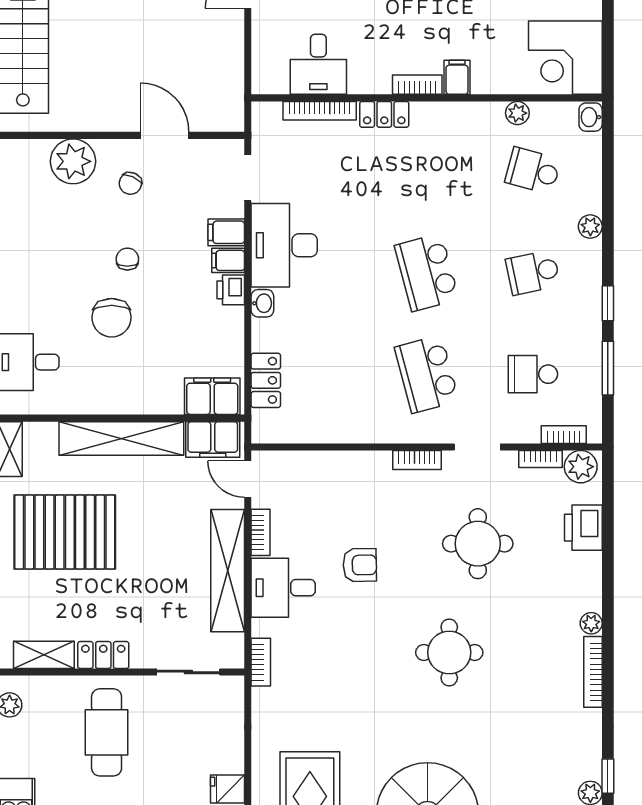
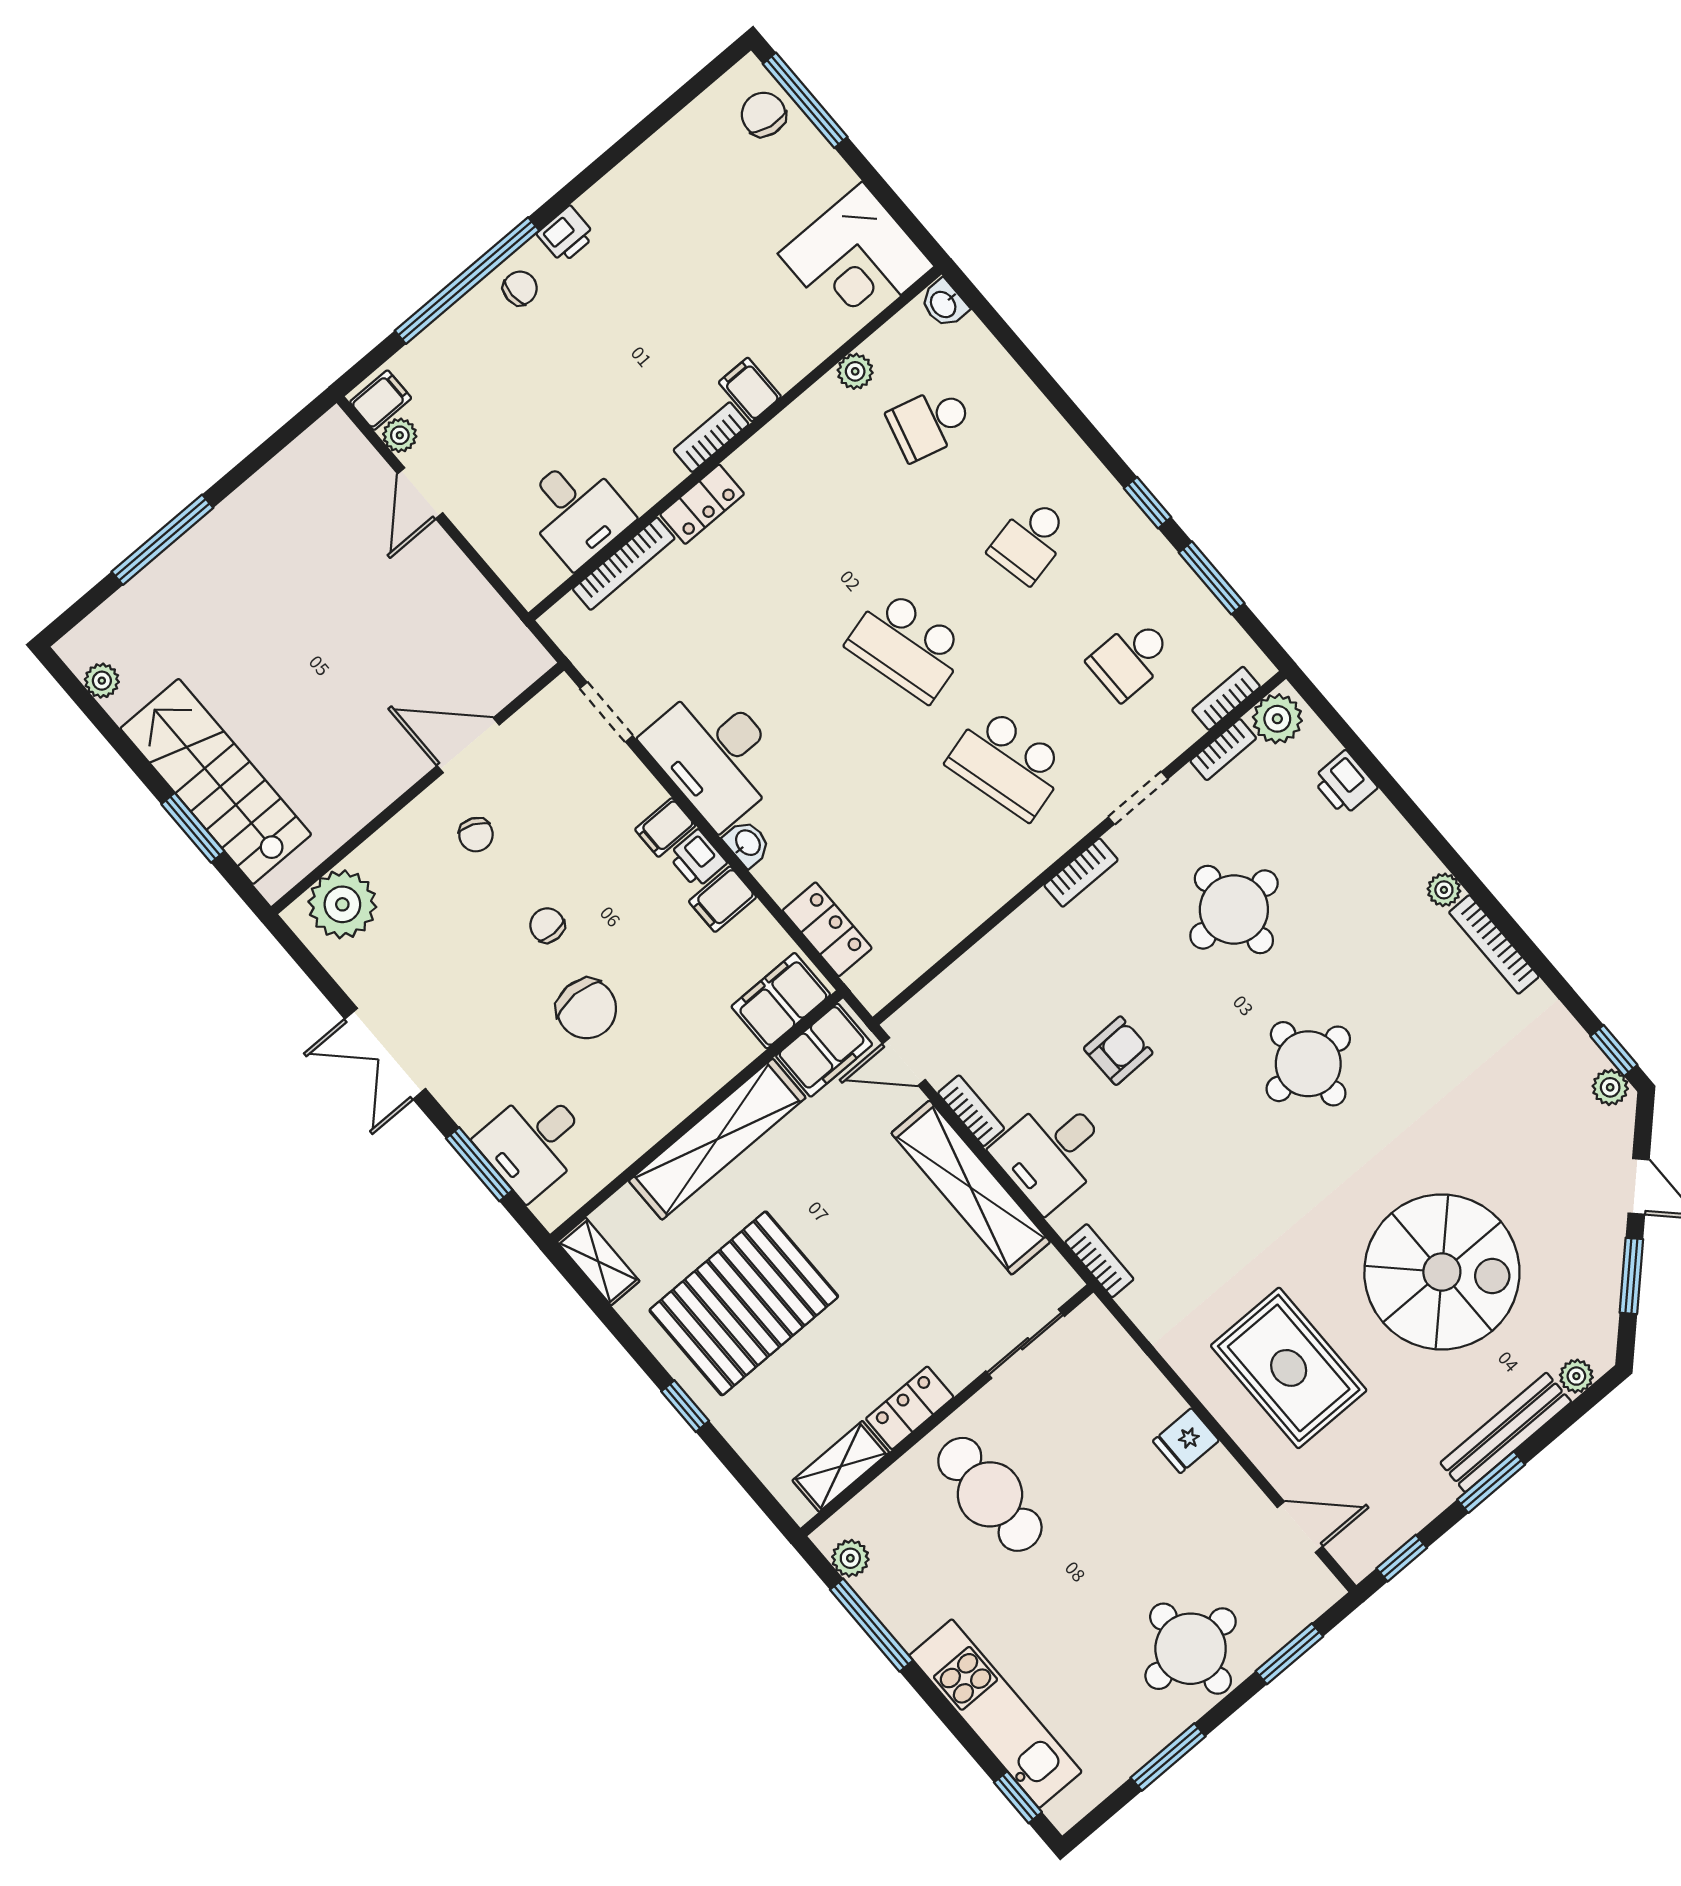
plant: (73, 161) -> (342, 904), moved
plant: (590, 227) -> (1052, 431), removed
filing cabinet: (226, 232) -> (723, 899), moved
printer: (583, 528) -> (1345, 783), width x0.73, depth x0.81

